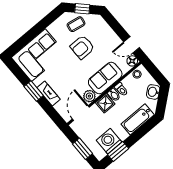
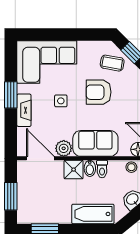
side table: (65, 70) -> (61, 101), added
door: (81, 113) -> (40, 158), hinge flipped
washing machine: (109, 141) -> (45, 212), removed

